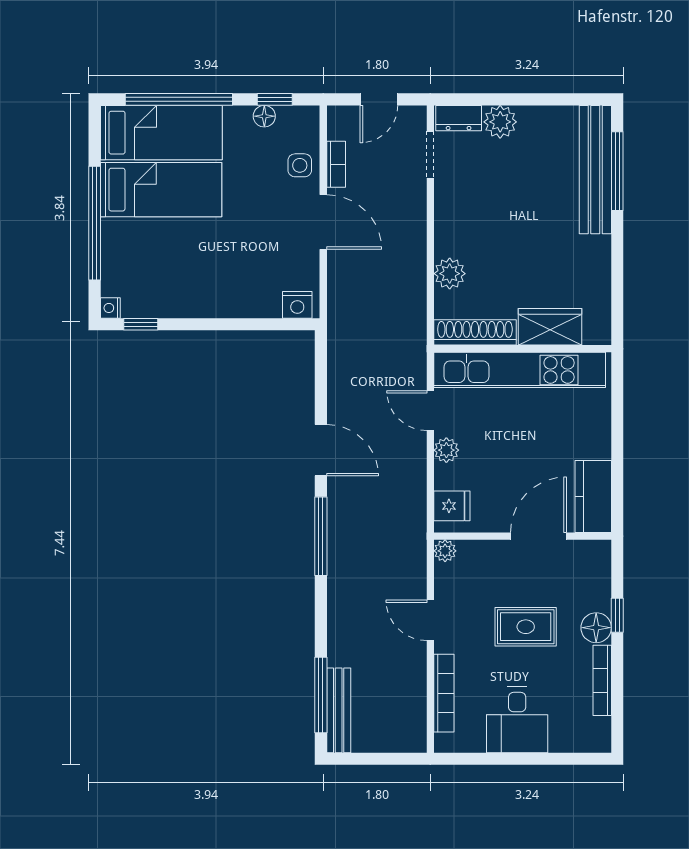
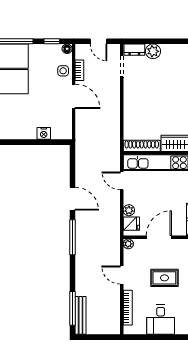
door: (379, 99) -> (99, 41), hinge flipped
floor lamp: (264, 116) -> (67, 49), moved
plant: (450, 274) -> (130, 119), removed
nightstand: (297, 305) -> (44, 133), moved
plant: (446, 450) -> (129, 210), moved
door: (539, 536) -> (159, 237), moved

